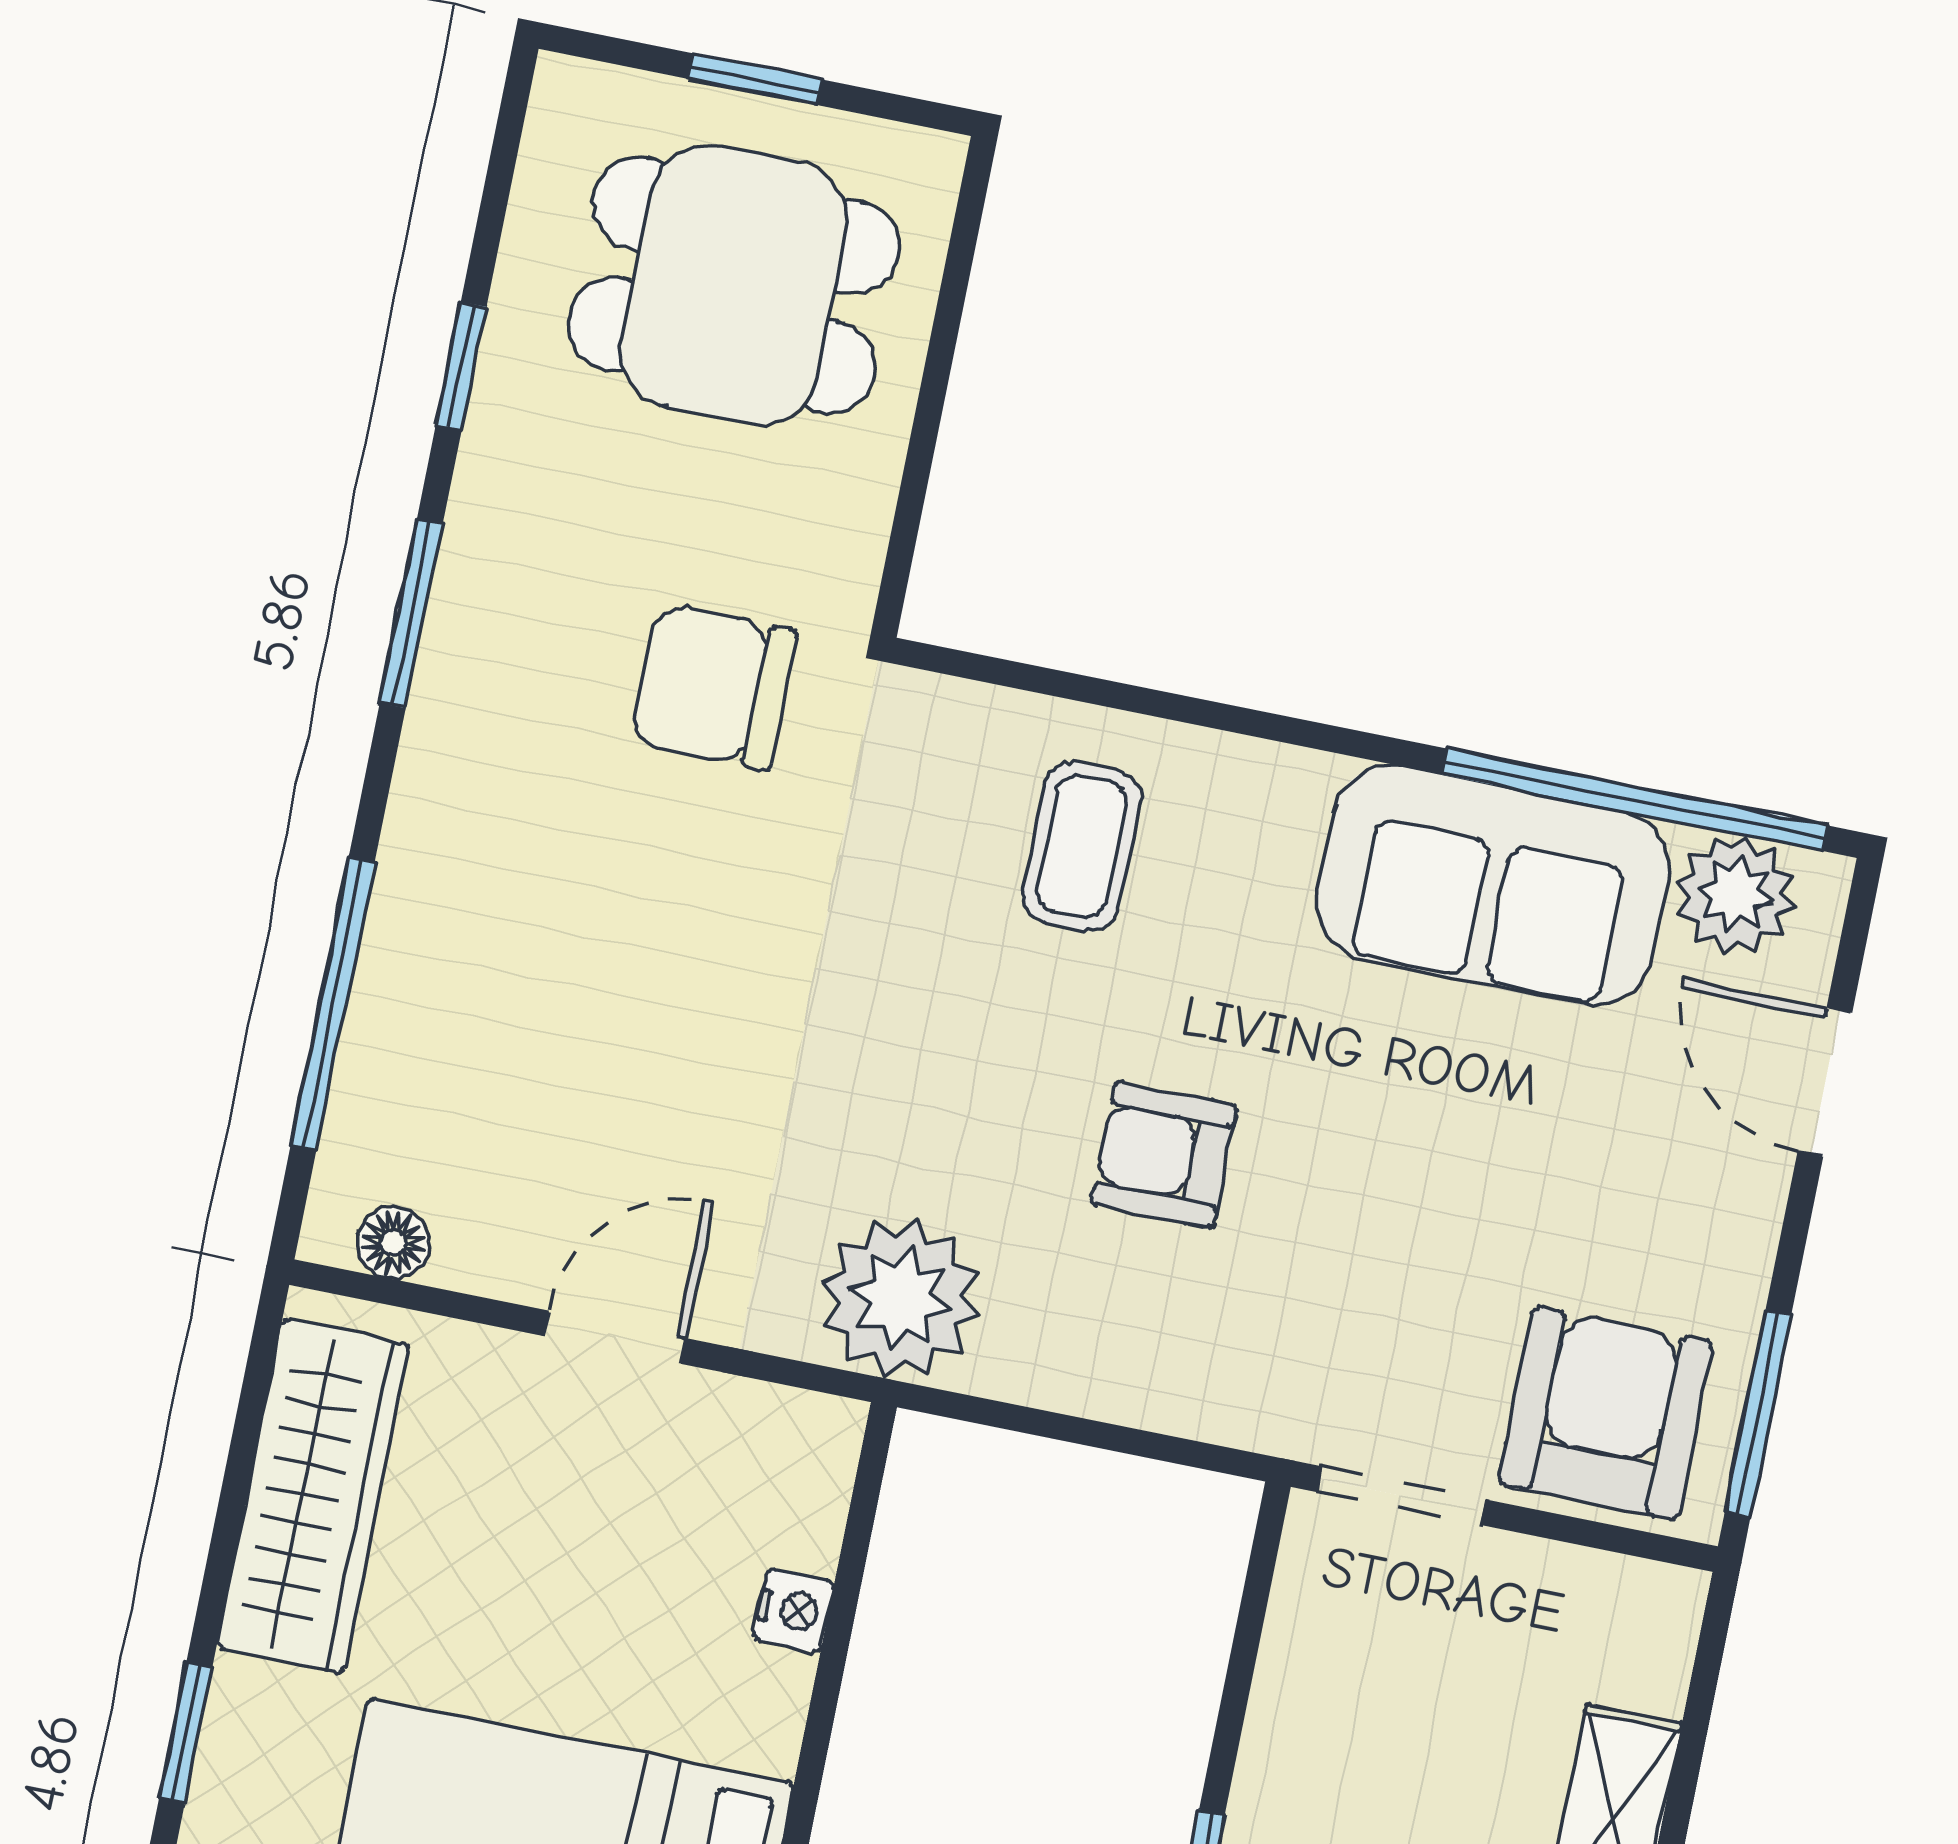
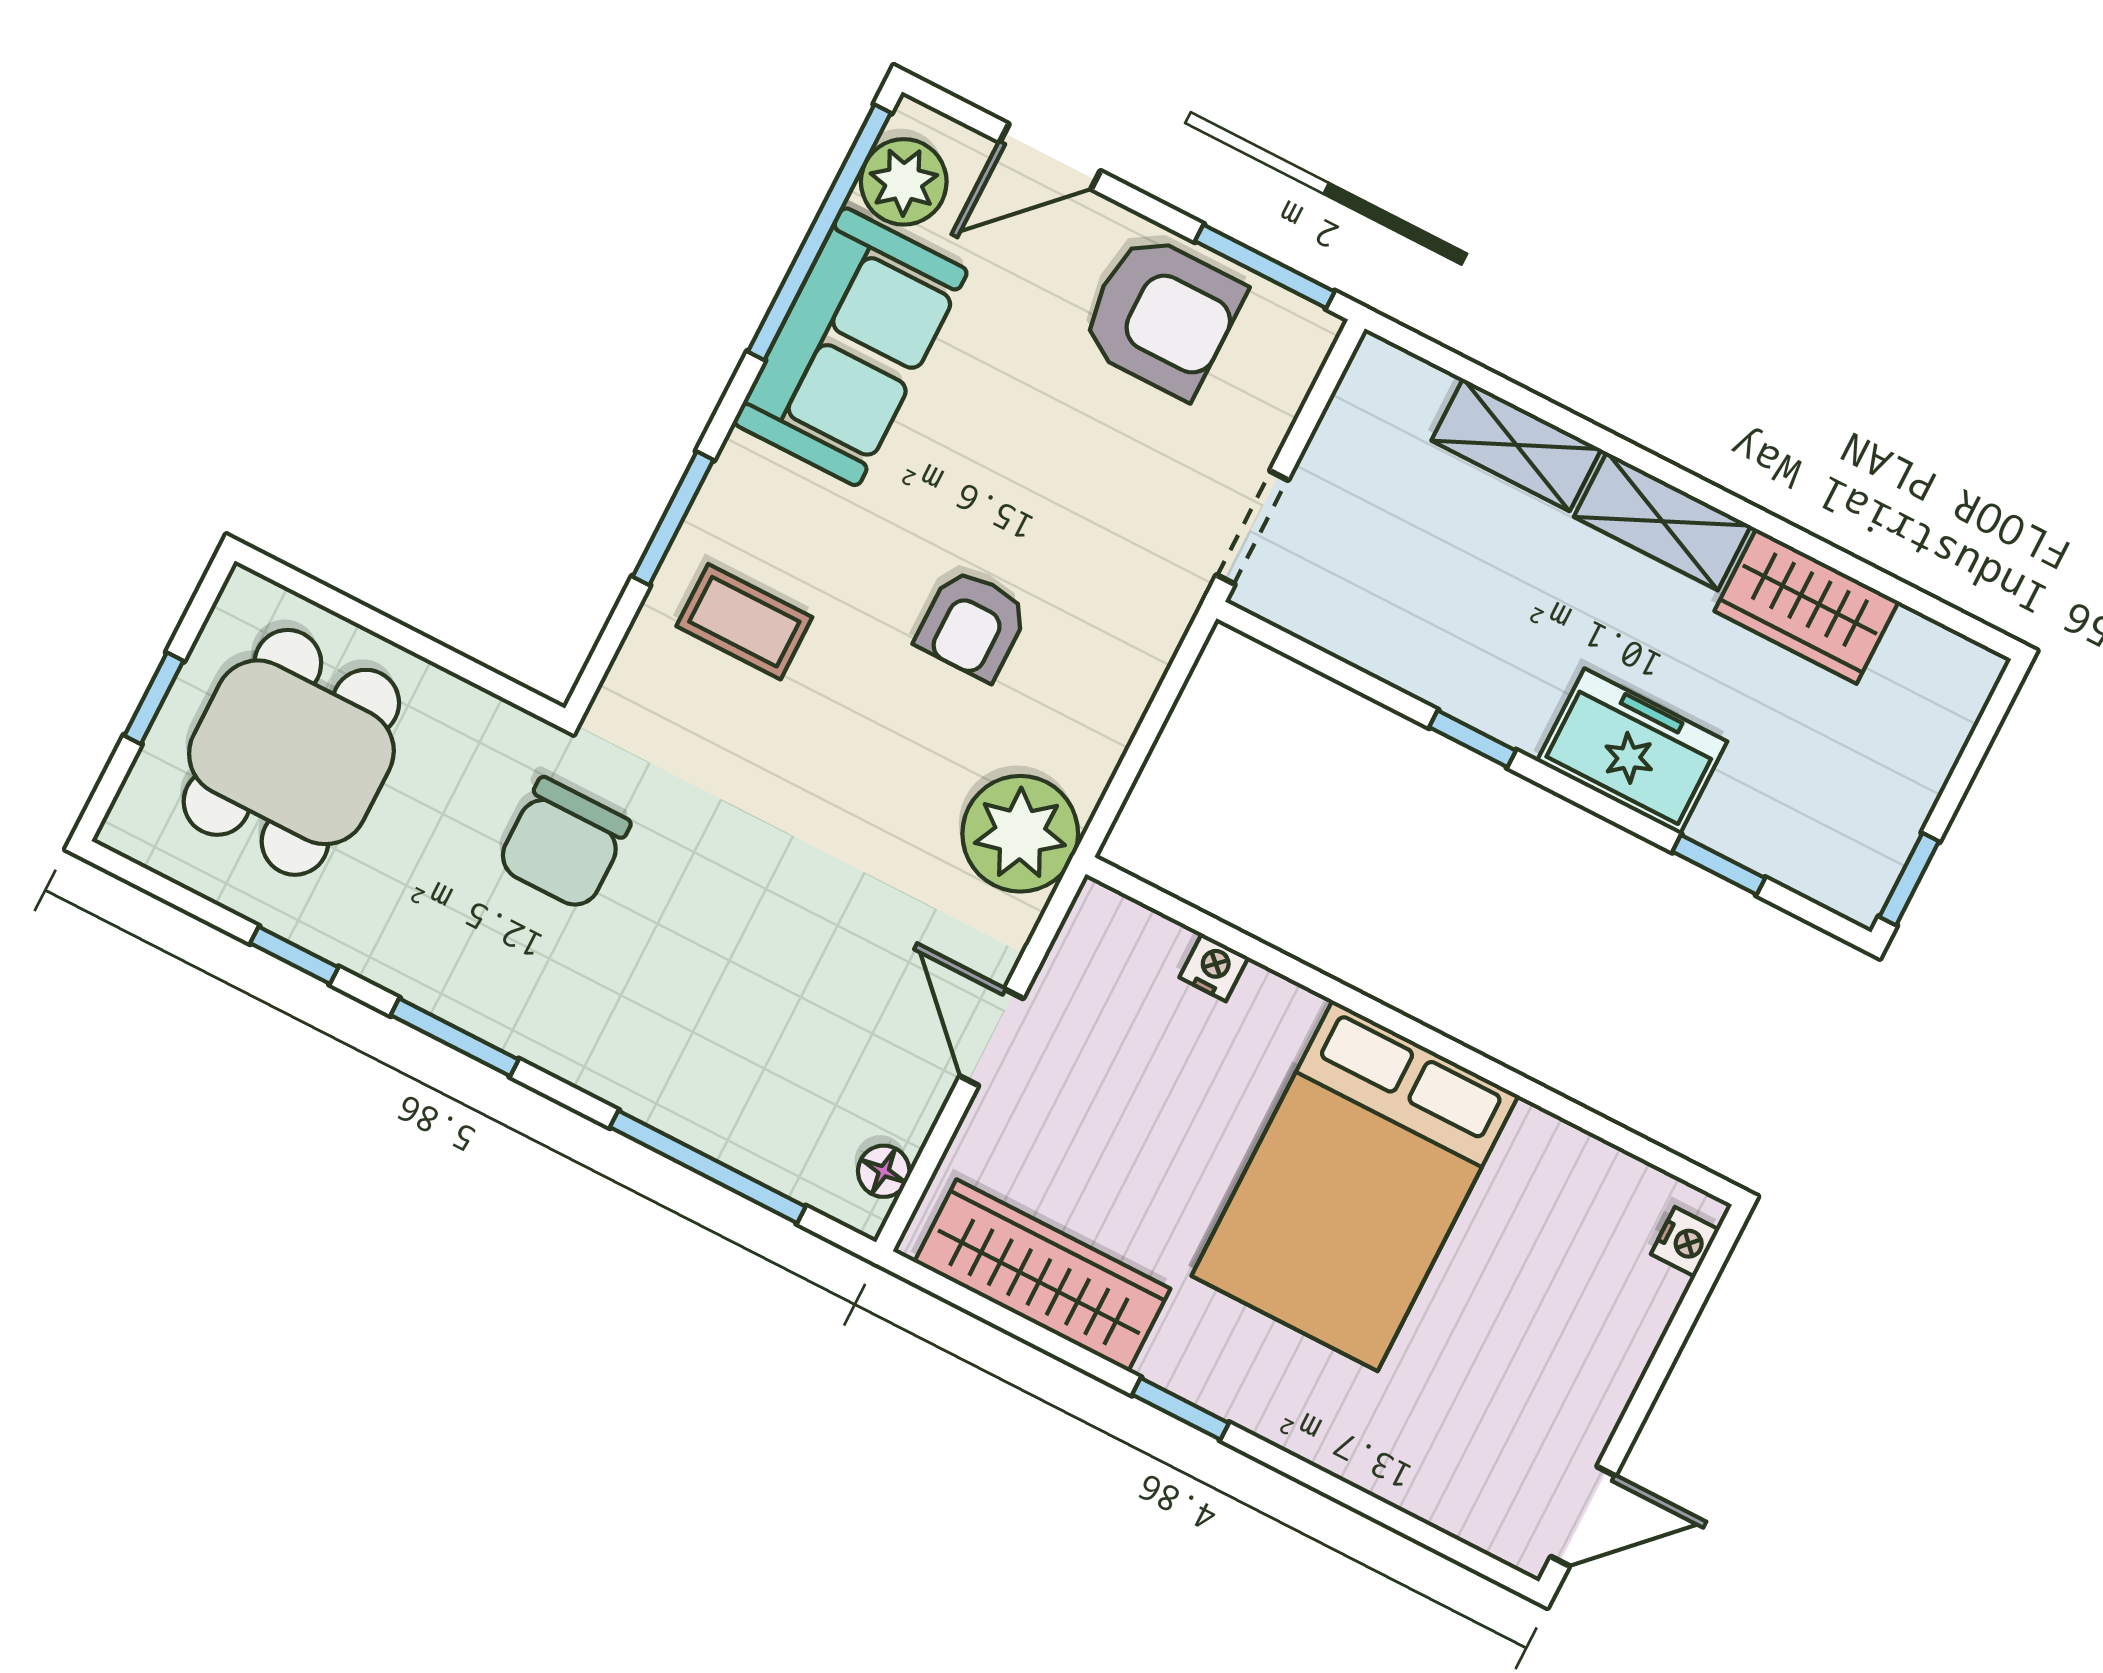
window: (1194, 711) -> (673, 518), added
armchair: (1606, 1413) -> (1162, 316), moved, turned 180

